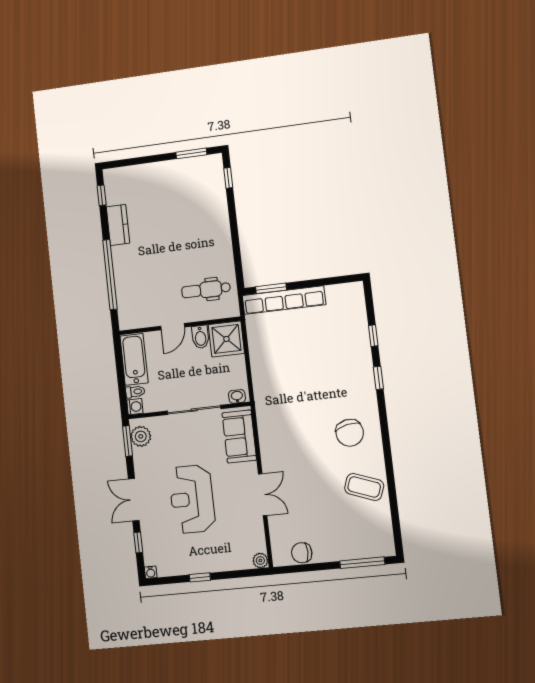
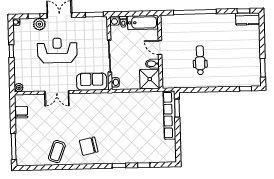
kitchen counter: (118, 225) -> (248, 19), moved
dental chair: (206, 290) -> (200, 60), moved
plant: (141, 436) -> (39, 24), moved

